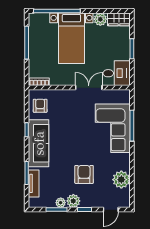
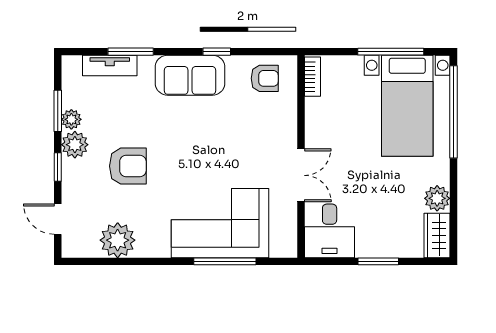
bed with nightstands: (71, 38) -> (407, 106), moved, turned -90
sofa: (39, 143) -> (190, 75), width x0.73

